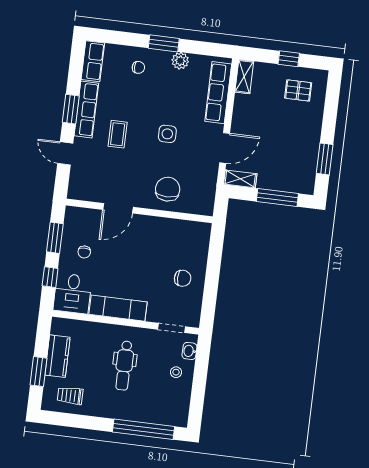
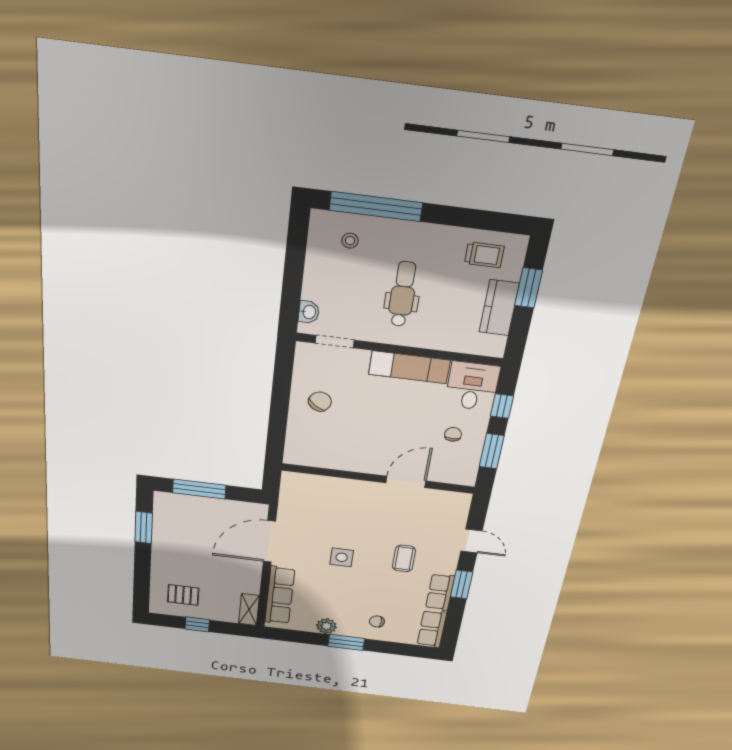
row of seats: (86, 109) -> (440, 592), width x0.68
door: (225, 148) -> (269, 541), width x1.36
shelving: (240, 179) -> (248, 510), removed
chair: (168, 189) -> (341, 501), removed
chair: (183, 278) -> (320, 401), turned 125
stool: (176, 372) -> (350, 241), moved

